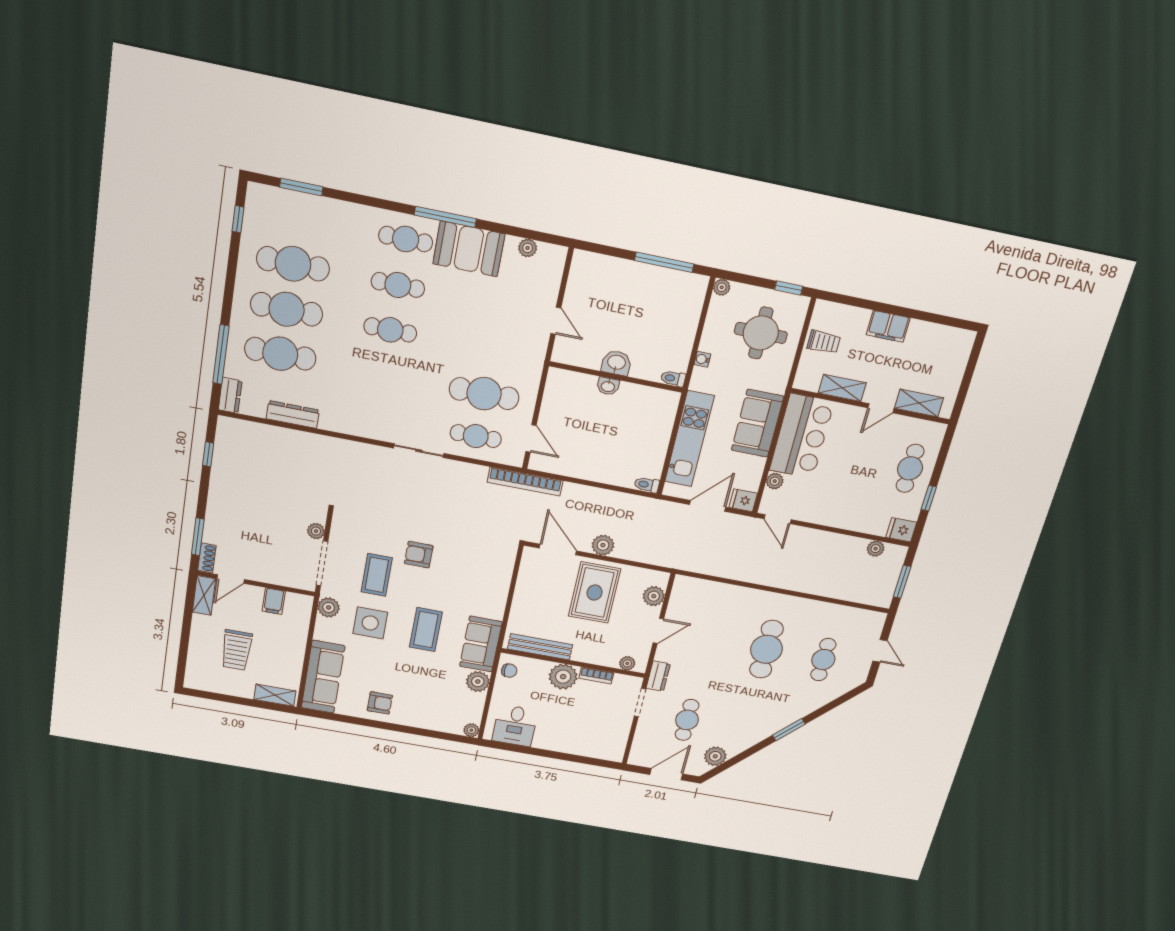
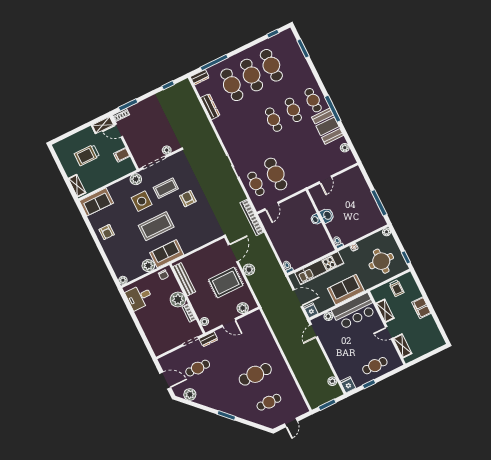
coffee table: (426, 630) -> (156, 226), width x1.36, depth x1.32
sofa: (323, 677) -> (96, 202), width x0.73

